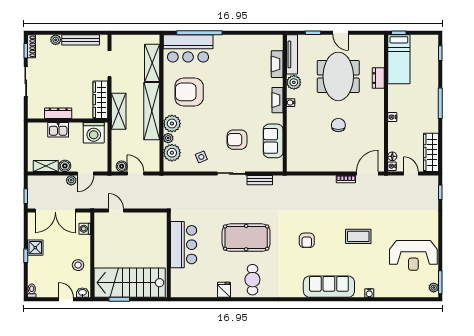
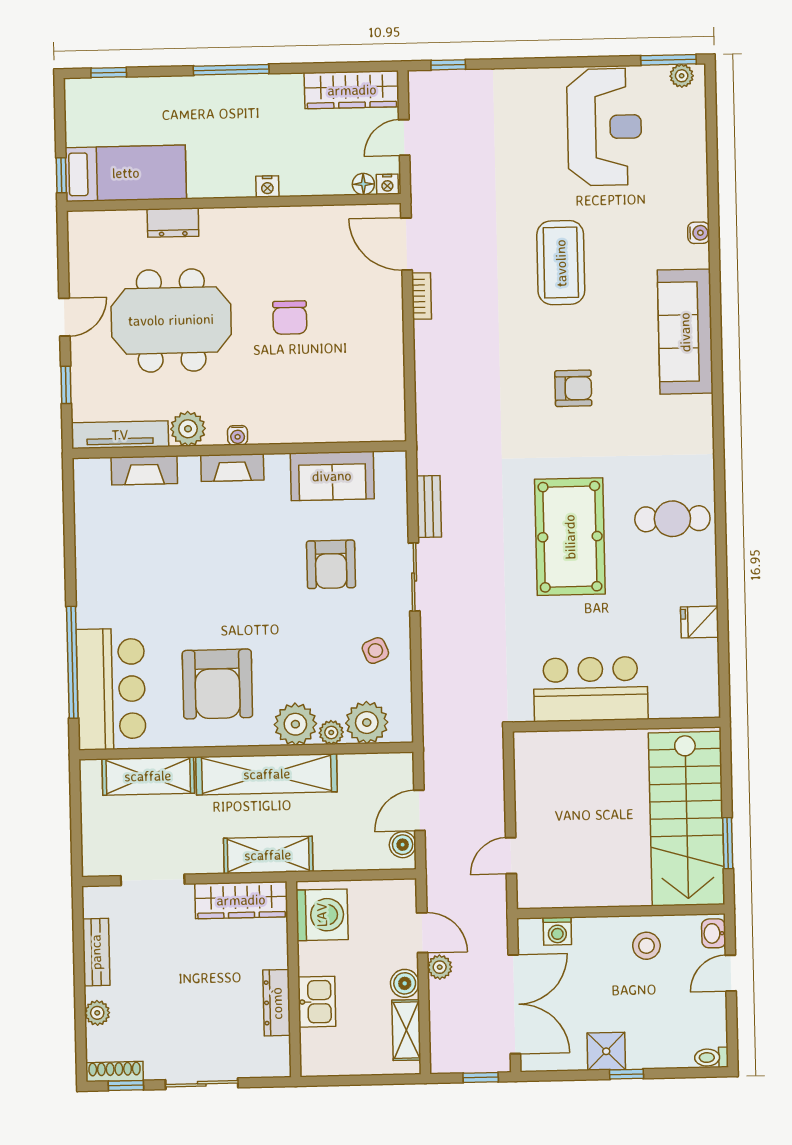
bench: (81, 40) -> (96, 952), width x0.73
chair: (338, 125) -> (290, 318), turned -90
coffee table: (358, 236) -> (561, 263), width x1.36, depth x1.32
fridge: (224, 290) -> (700, 622), moved

